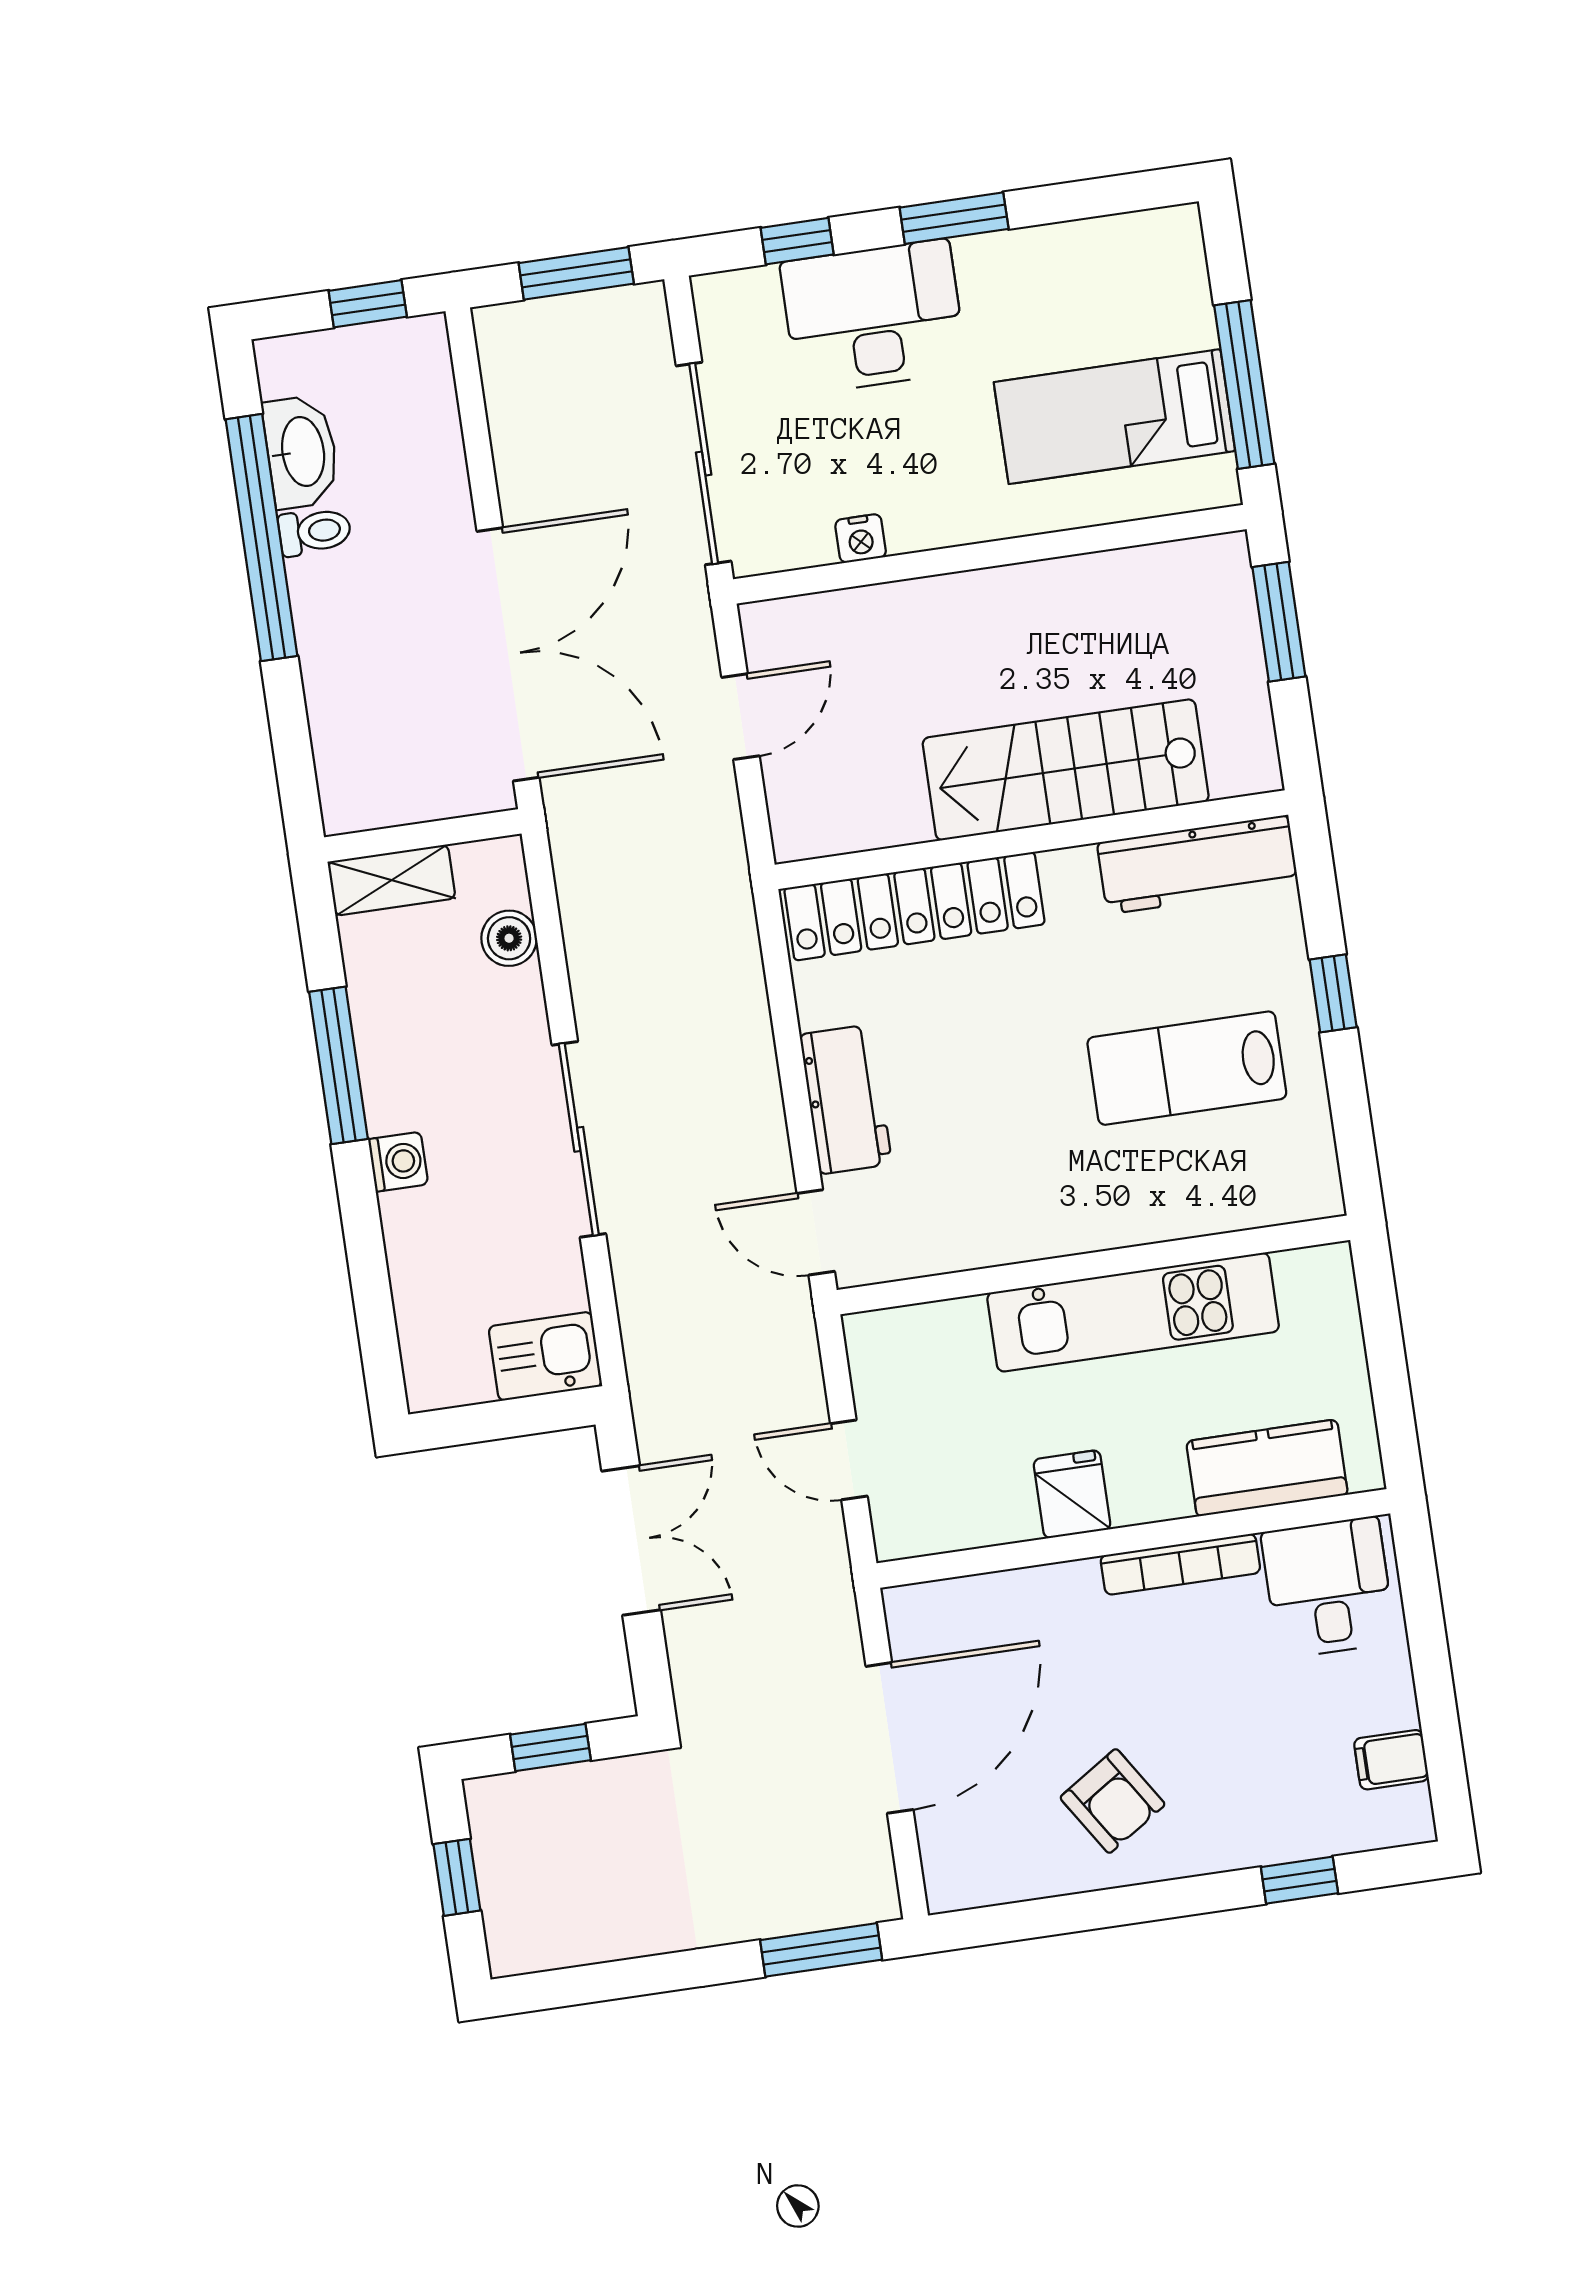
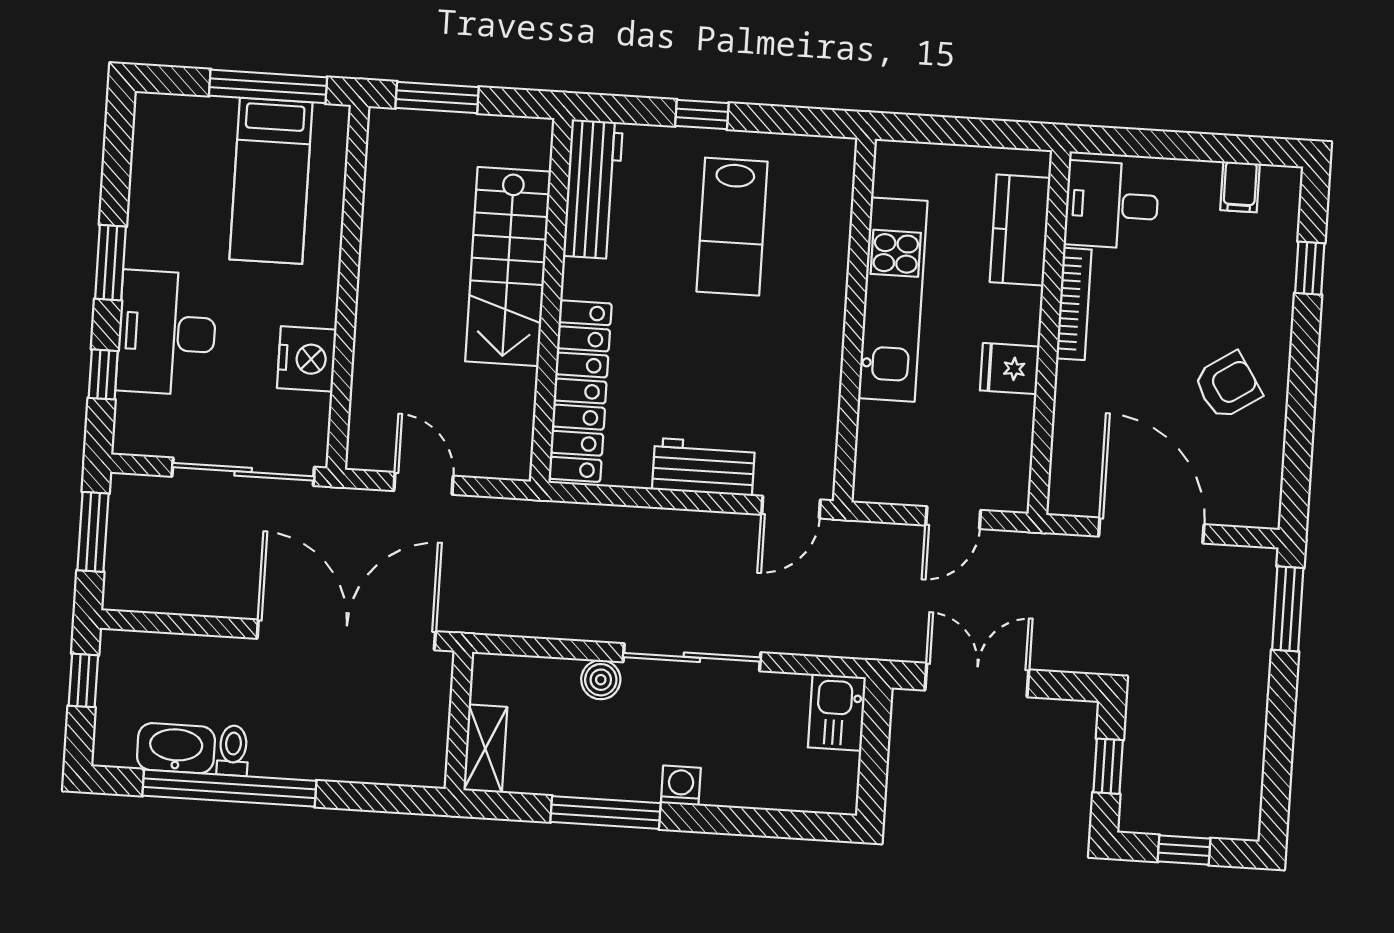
nightstand: (861, 538) -> (307, 359), width x1.89, depth x1.79
boiler: (509, 938) -> (601, 680), moved

